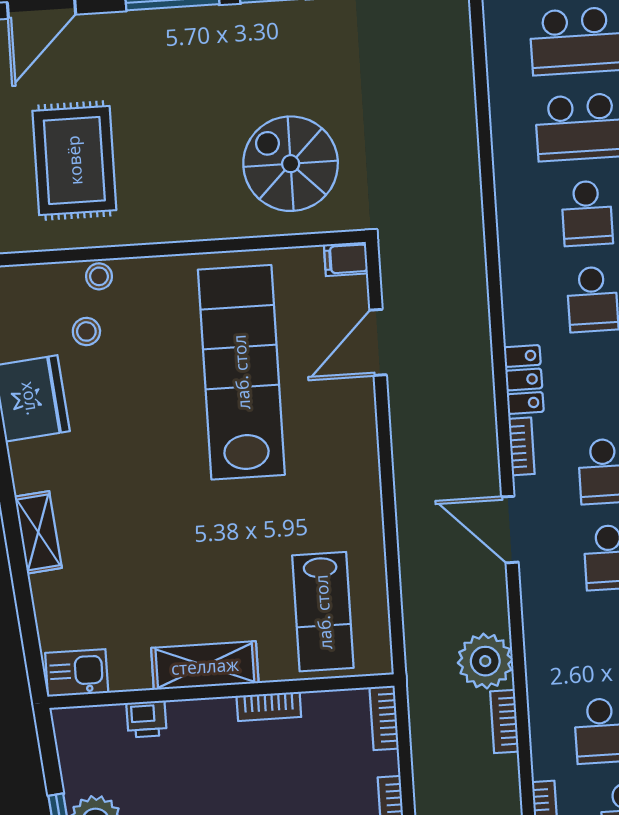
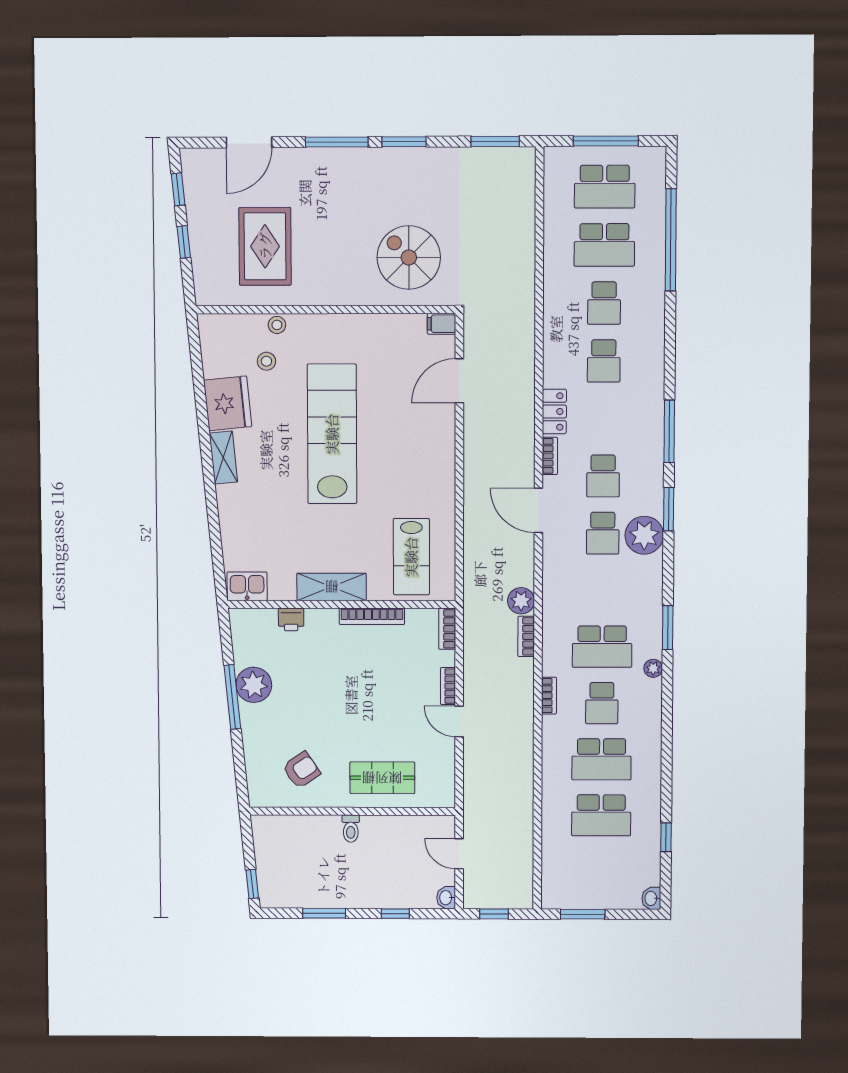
lab bench: (241, 372) -> (332, 434), moved
shelving: (38, 532) -> (223, 457), moved
plant: (485, 661) -> (521, 601), width x0.73, depth x0.73
bookcase: (269, 706) -> (372, 616), width x1.56

